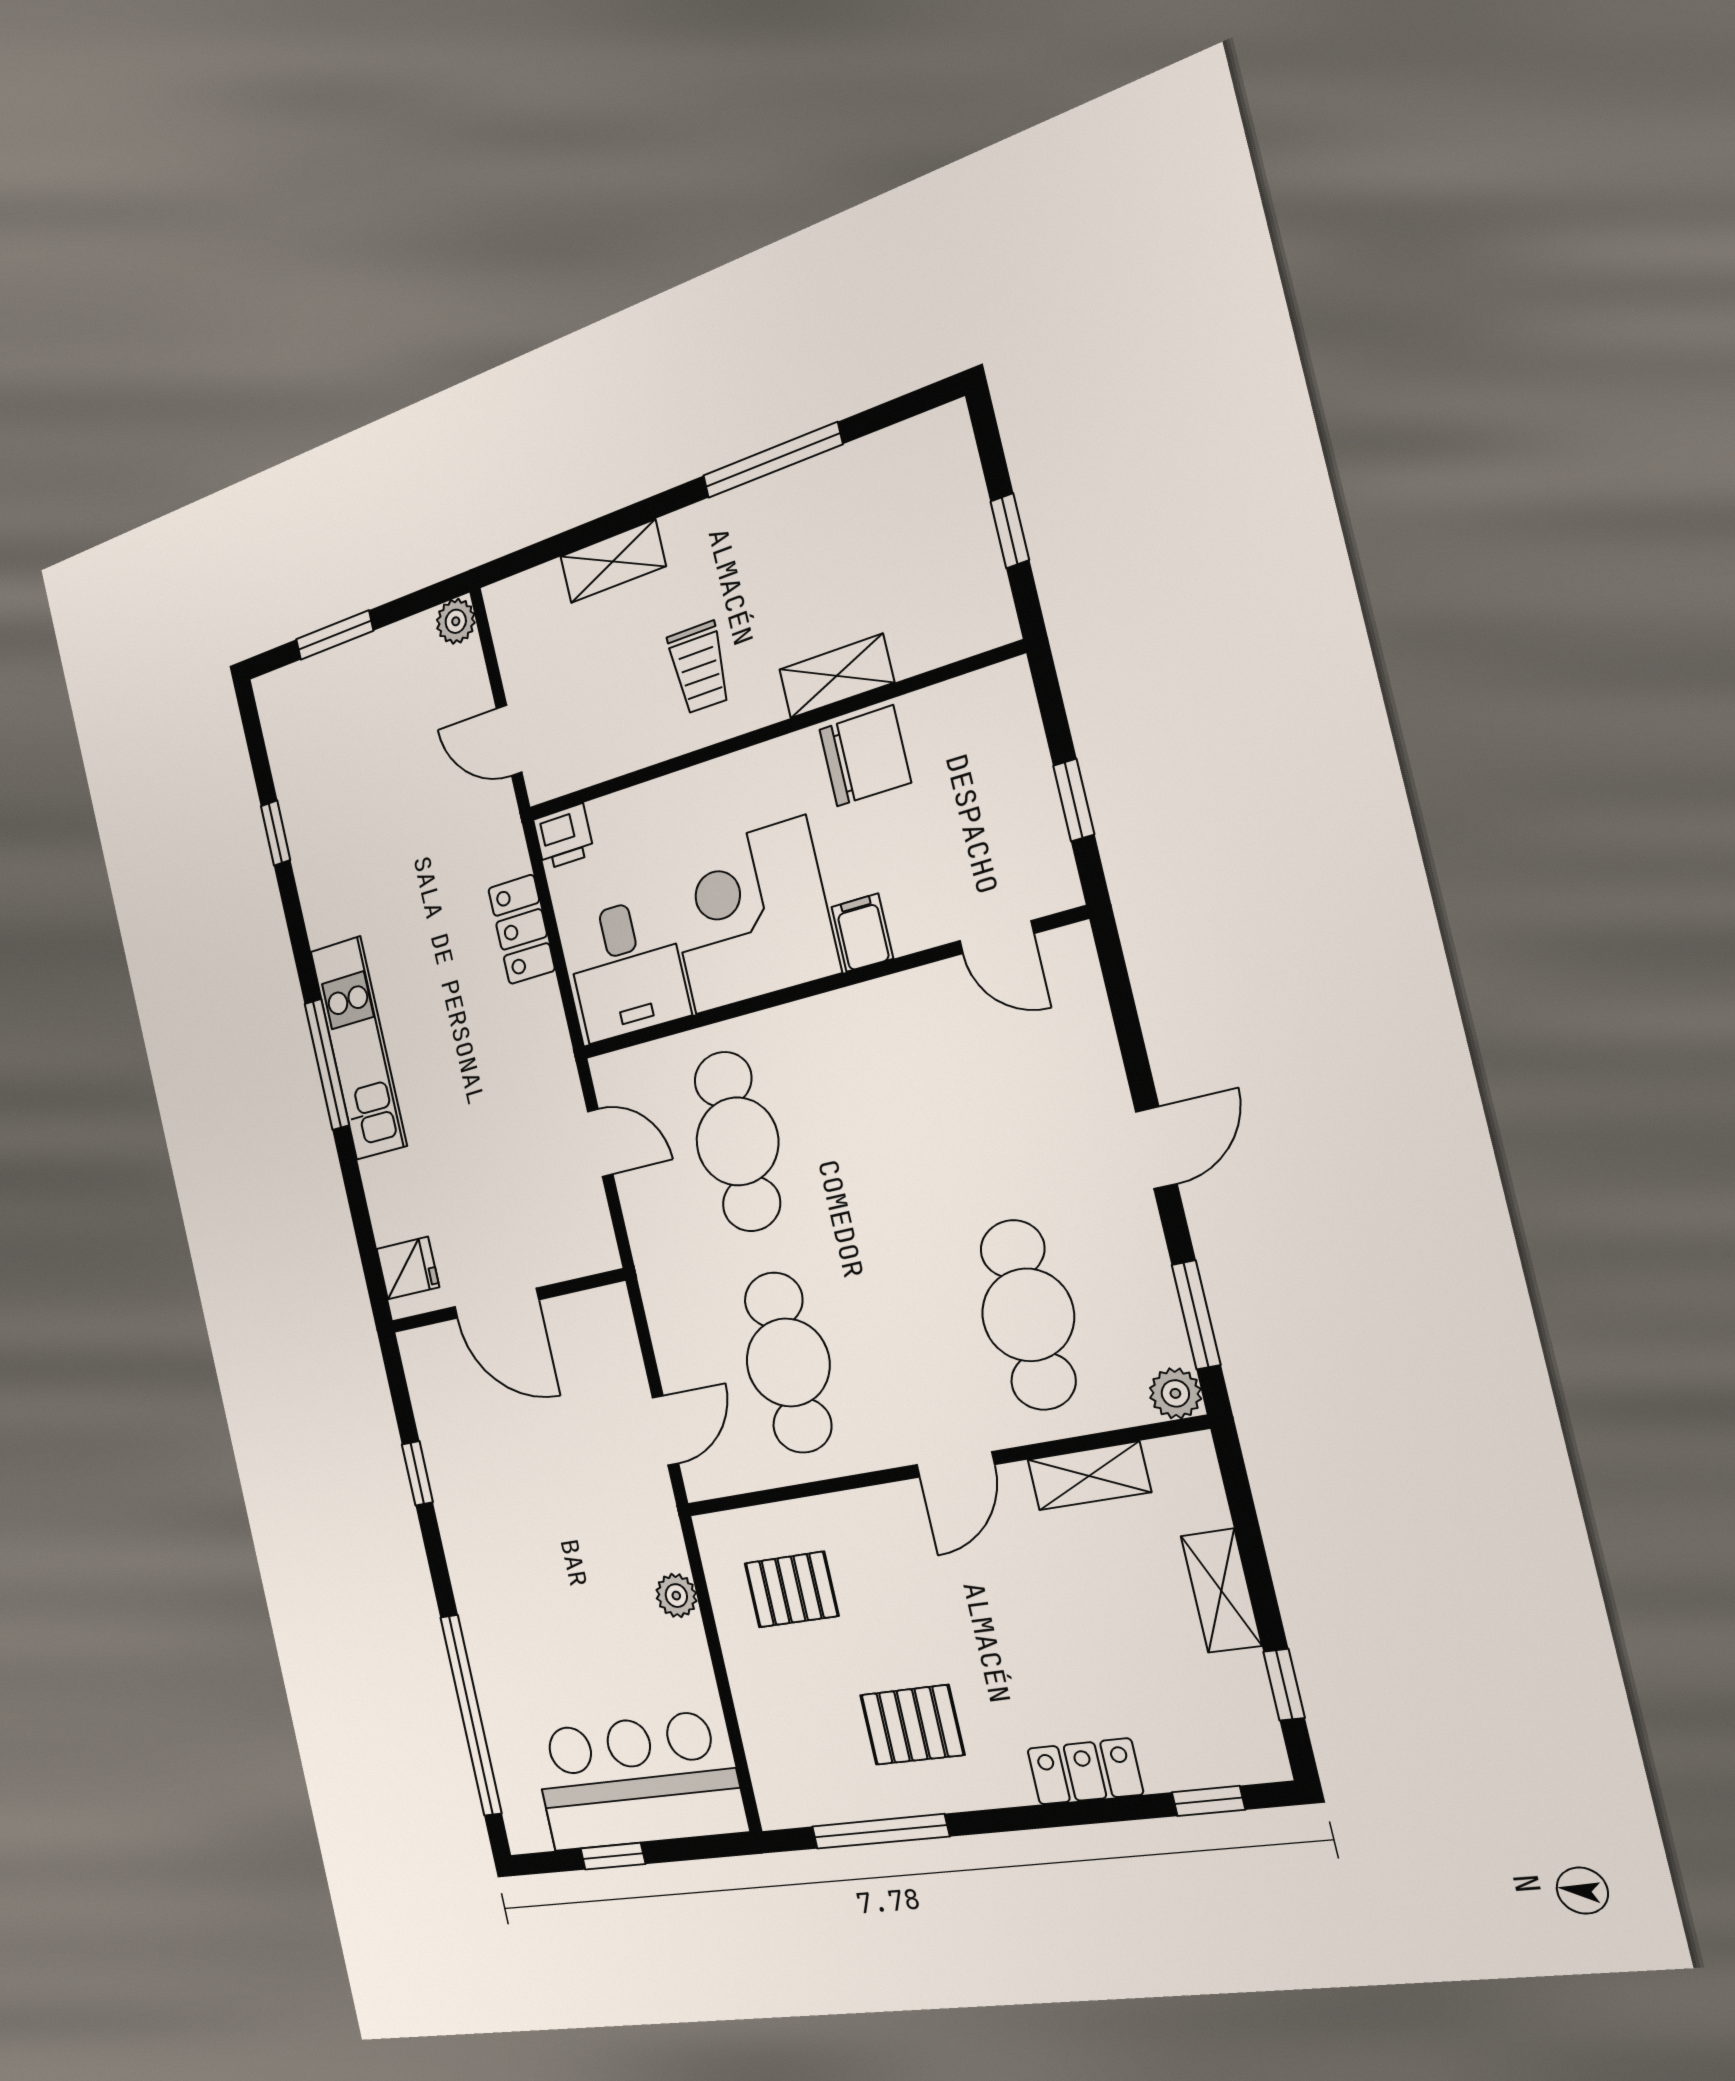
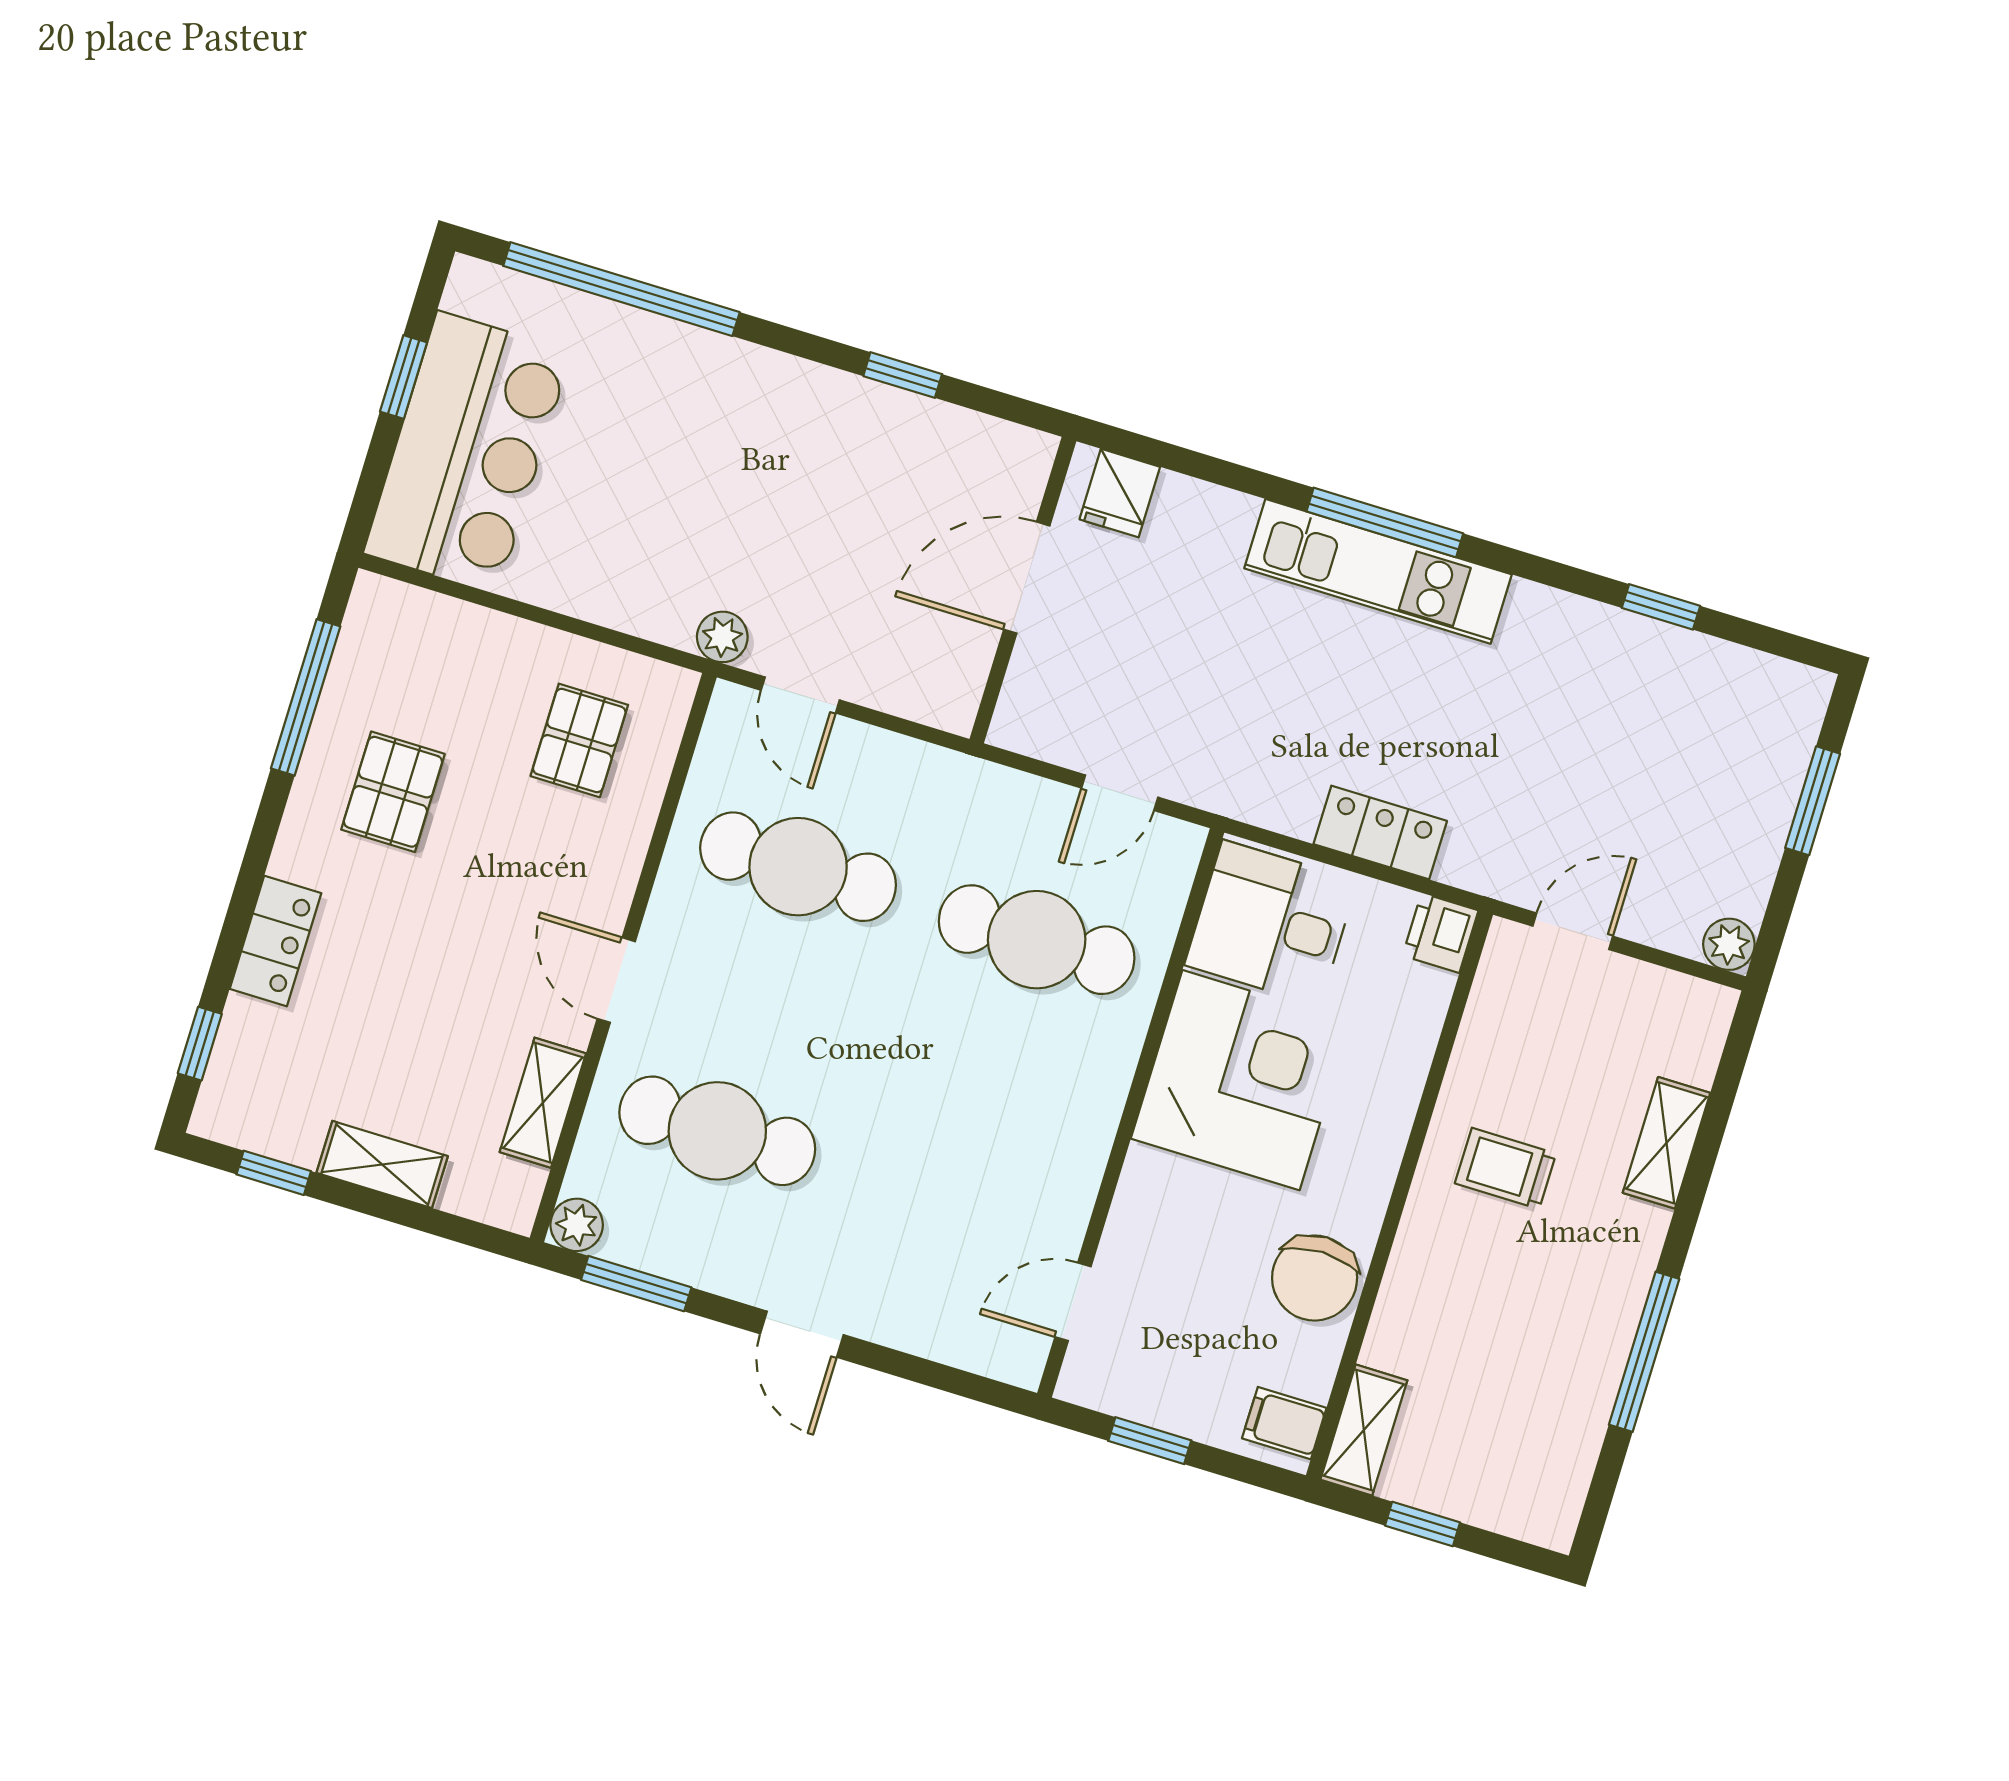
shelving: (836, 676) -> (1364, 1430), moved
filing cabinet: (862, 933) -> (1284, 1423), moved, turned 180
plant: (676, 1596) -> (722, 637), moved

